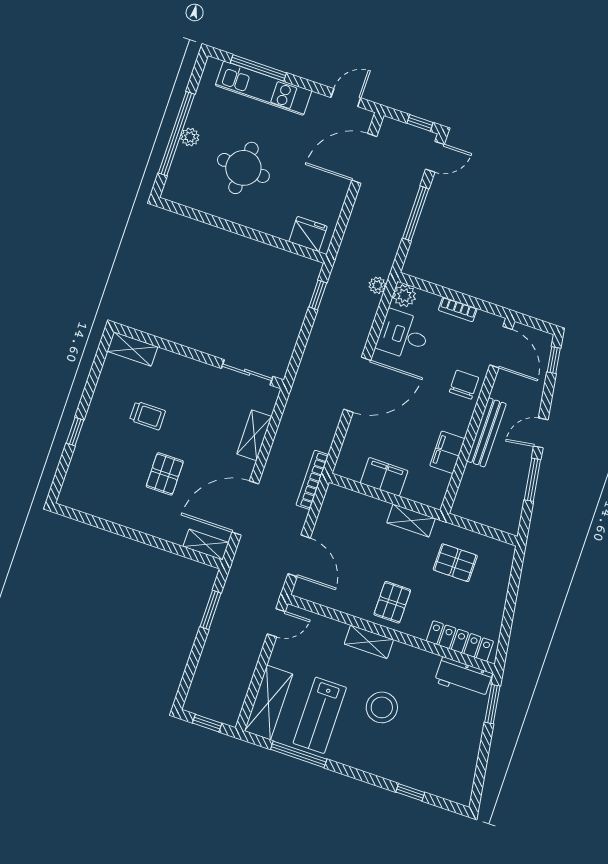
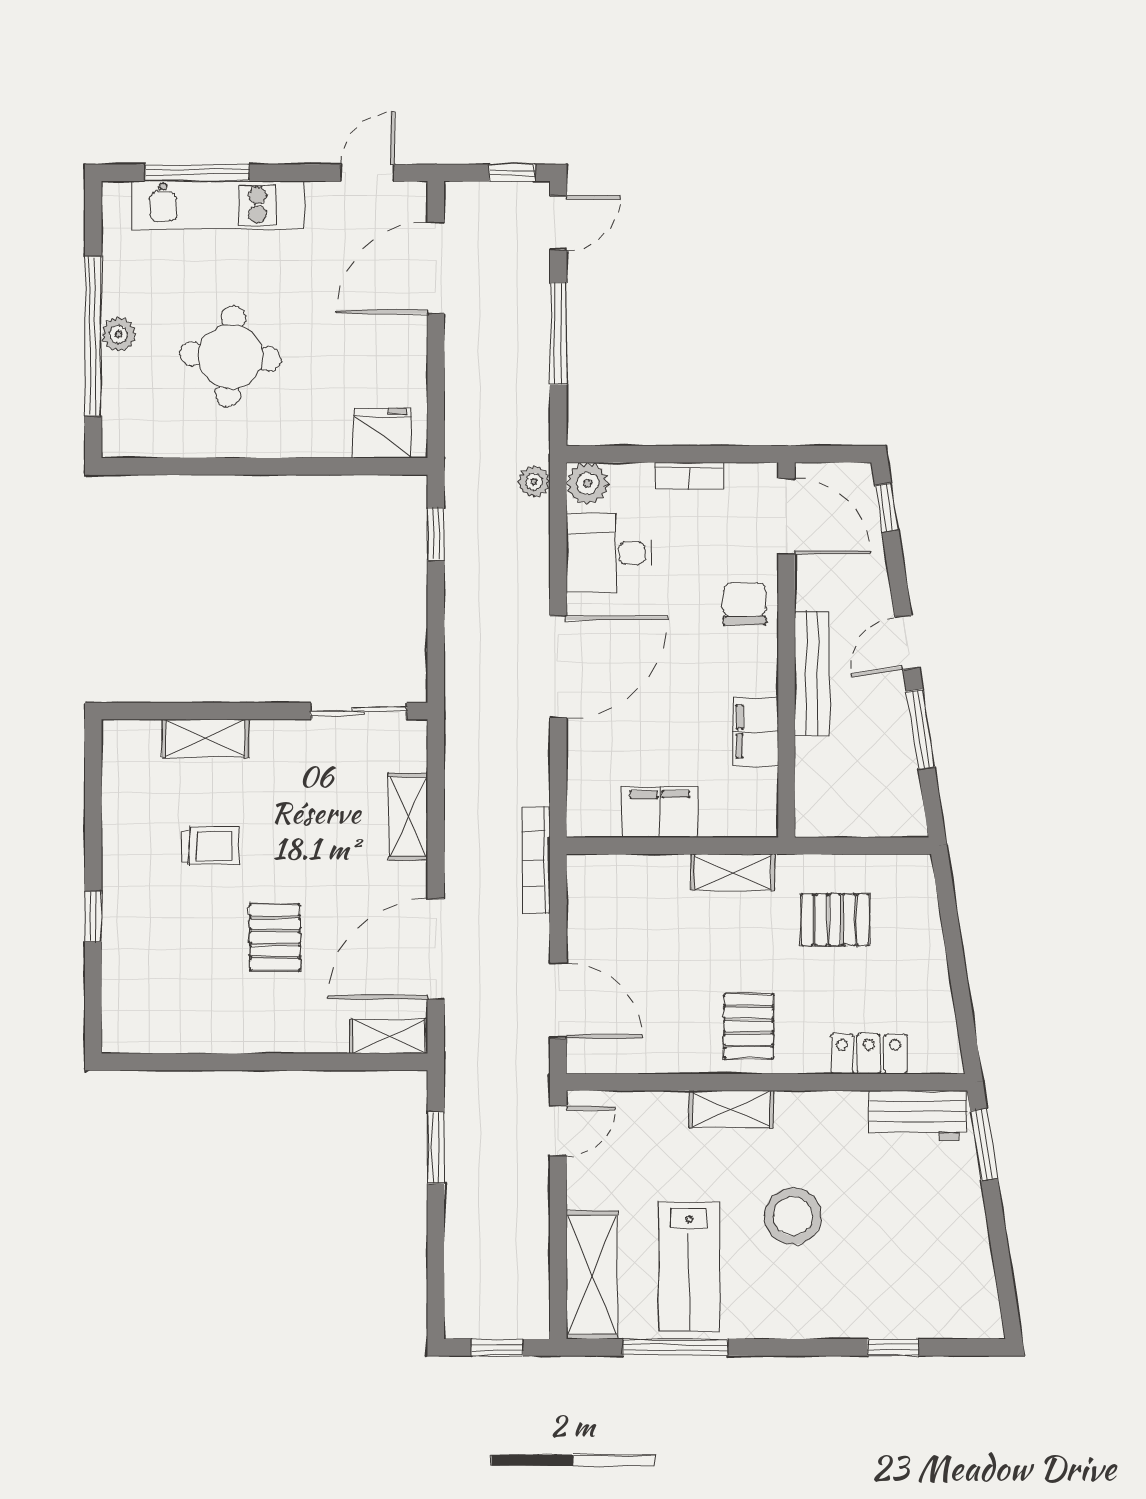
shelving: (132, 349) -> (205, 739), moved
locker: (460, 641) -> (869, 1054), width x0.66

